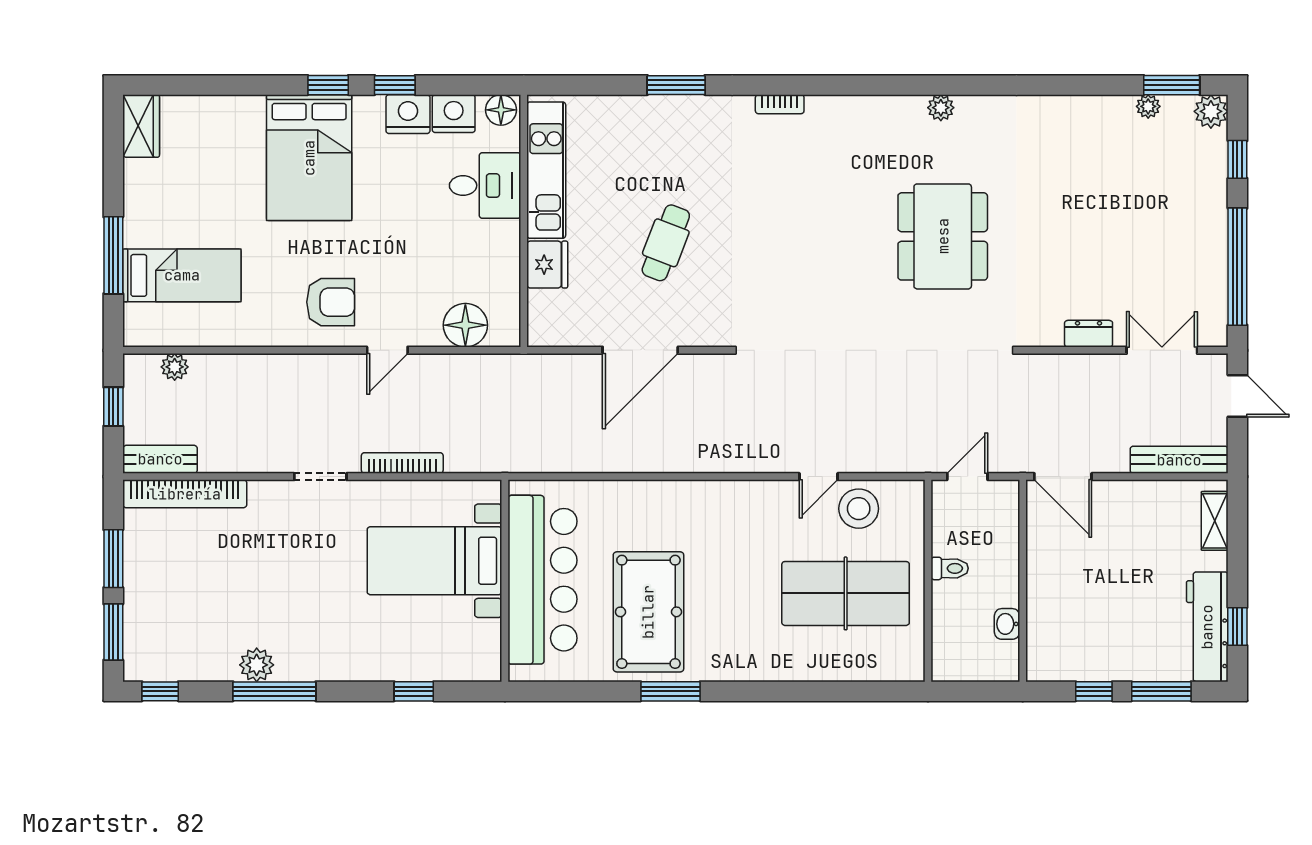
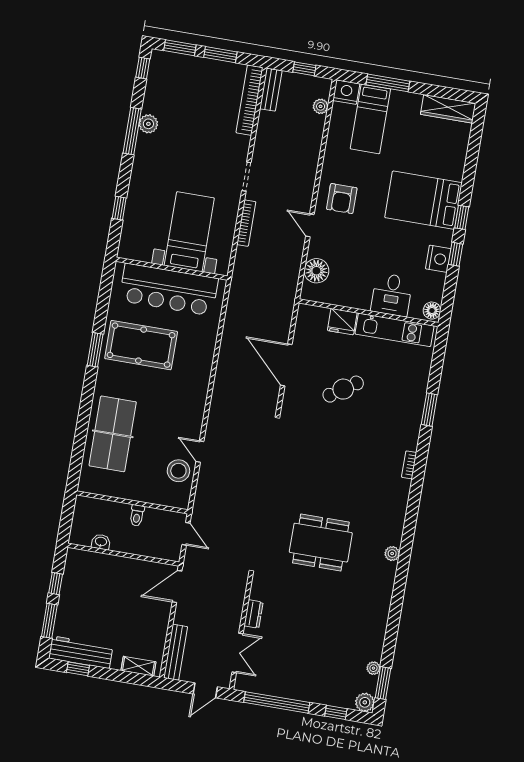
nightstand: (454, 114) -> (346, 92), moved, turned -90
wardrobe: (141, 126) -> (448, 109), width x1.50
cafe table: (666, 243) -> (343, 389), turned -55
table tennis table: (846, 593) -> (113, 434), moved

